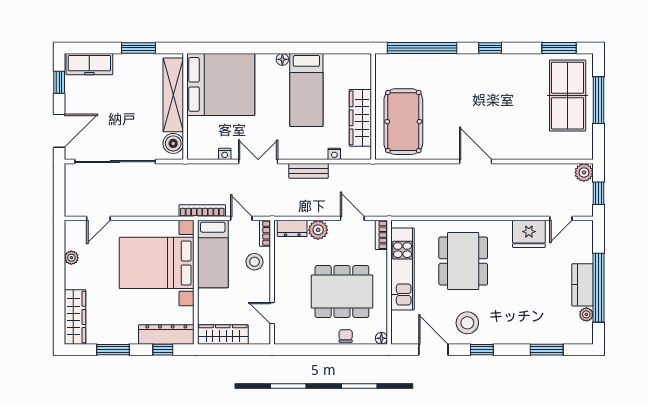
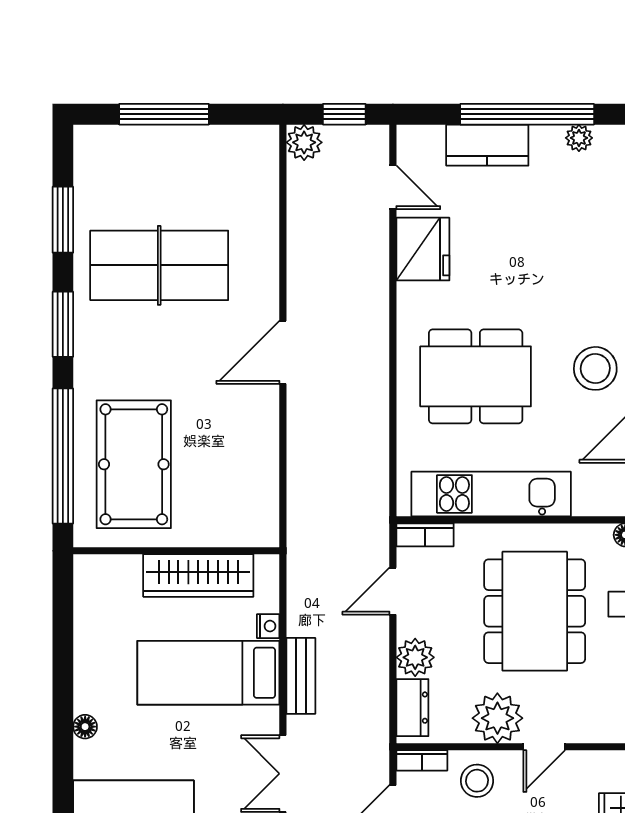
window: (490, 48) -> (63, 324), width x1.50
window: (559, 48) -> (63, 220), moved
bed: (306, 90) -> (208, 673), moved, turned 180
table tennis table: (568, 96) -> (159, 265), moved
pool table: (403, 122) -> (134, 464), moved, turned 90
plant: (287, 272) -> (497, 718), added
kitchen counter: (583, 285) -> (487, 145), moved
door: (272, 313) -> (544, 747), moved

